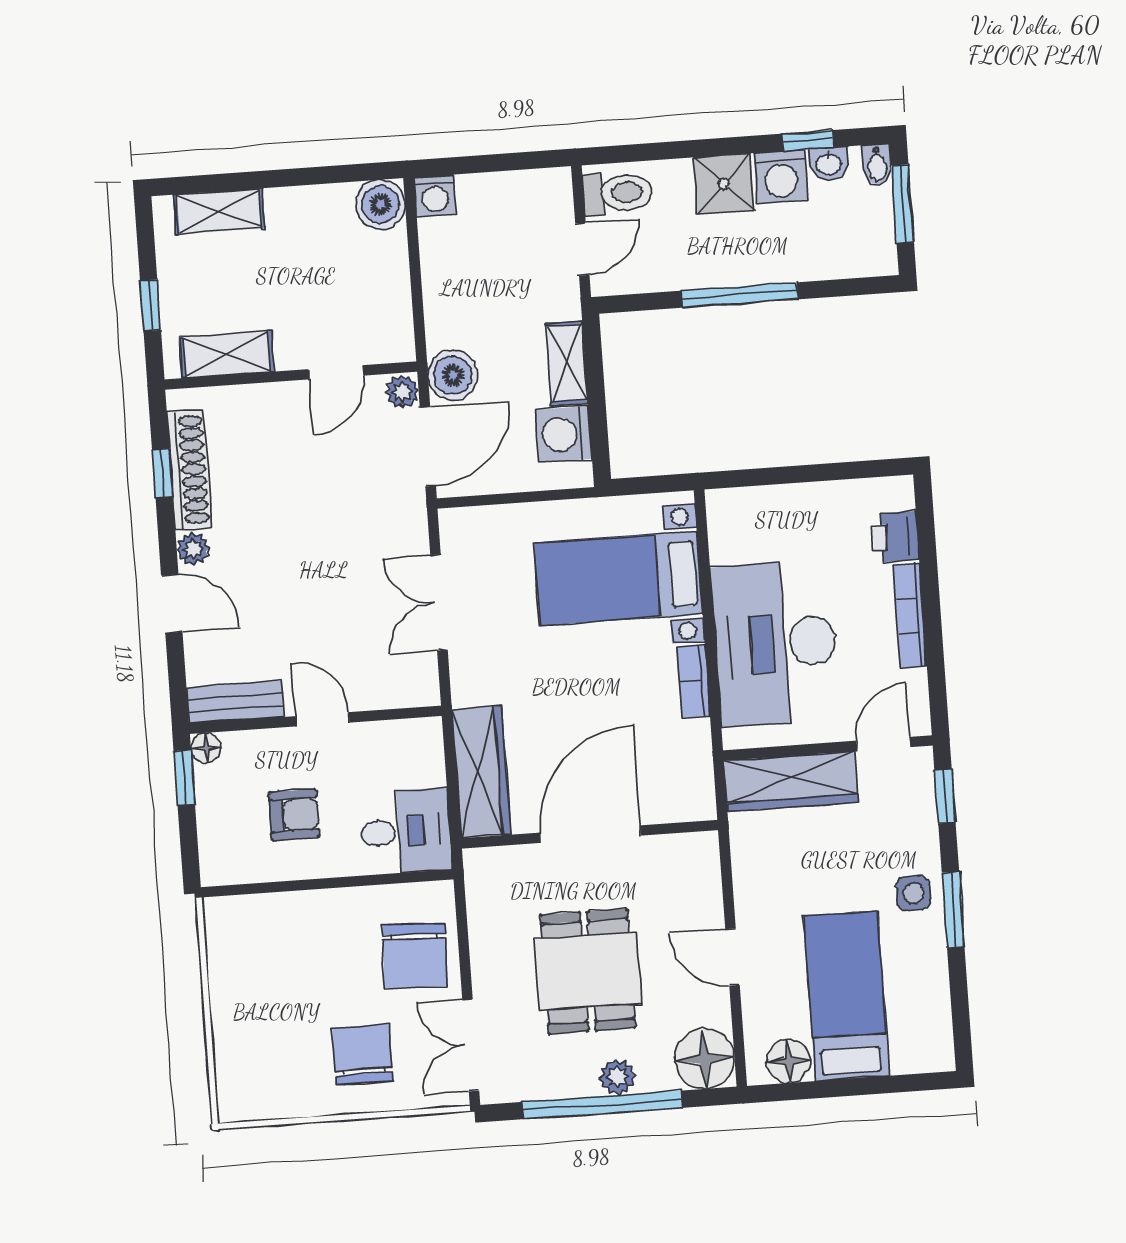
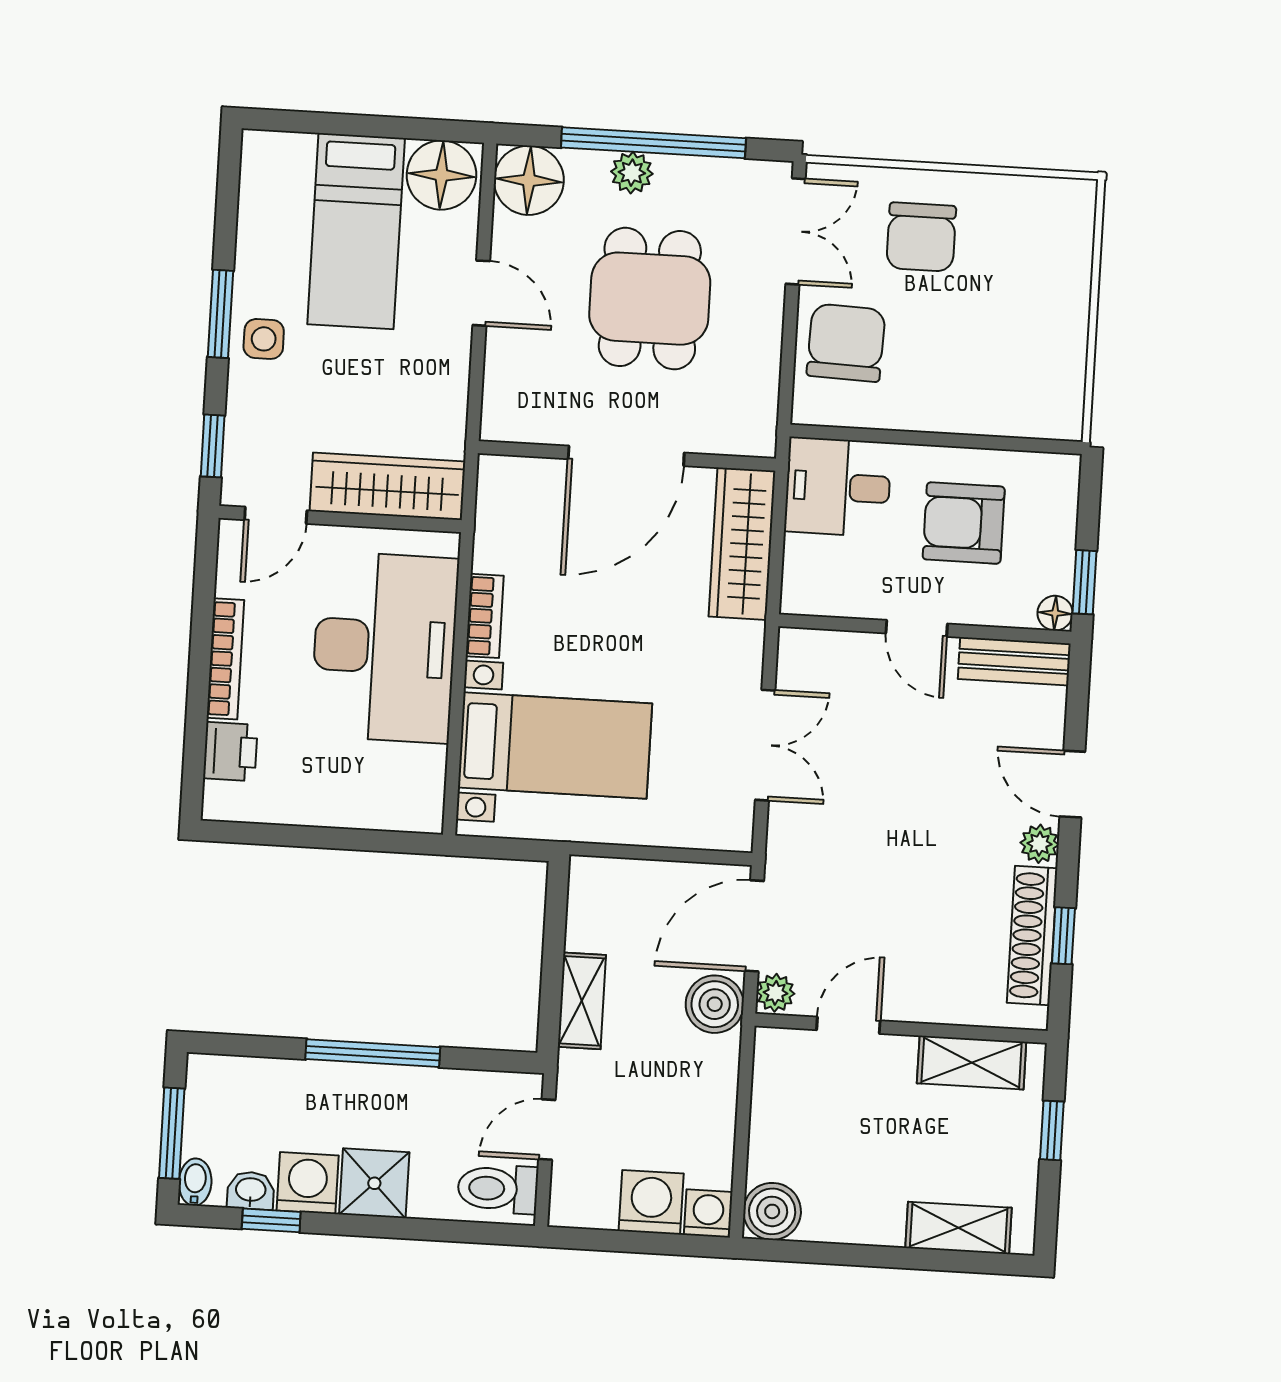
washing machine: (564, 434) -> (651, 1202), moved, turned -90
armchair: (294, 815) -> (964, 523), width x1.38, depth x1.38
floor lamp: (789, 1061) -> (441, 175), width x1.38, depth x1.38

